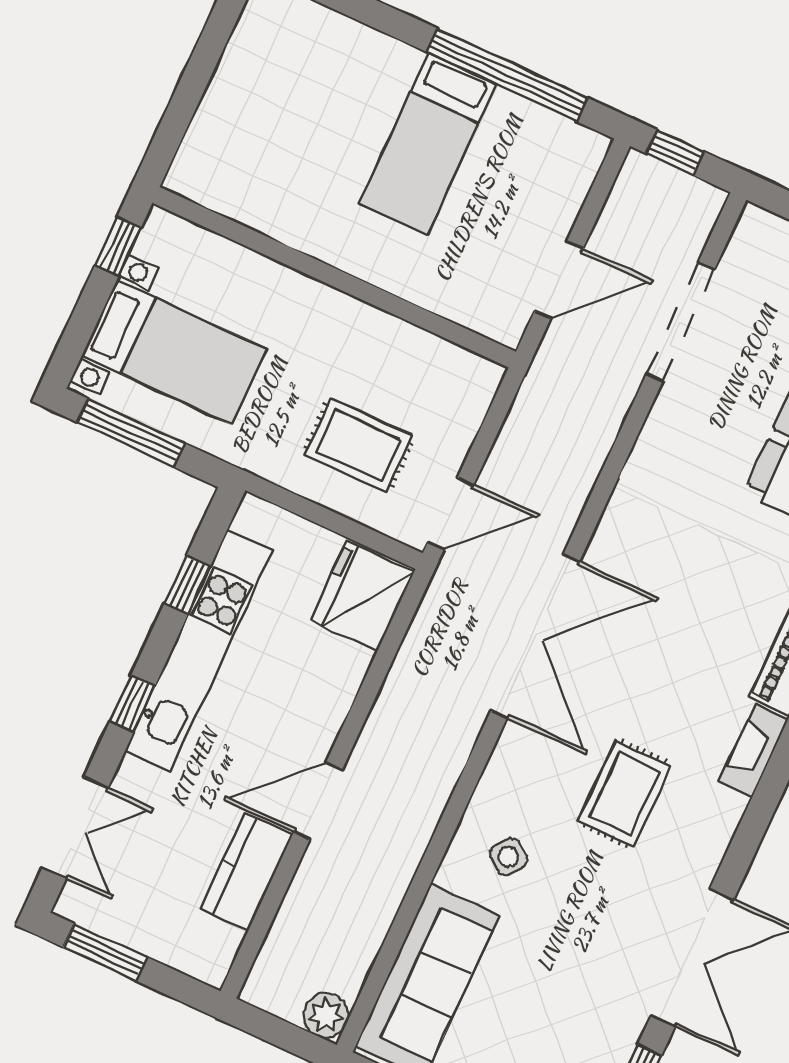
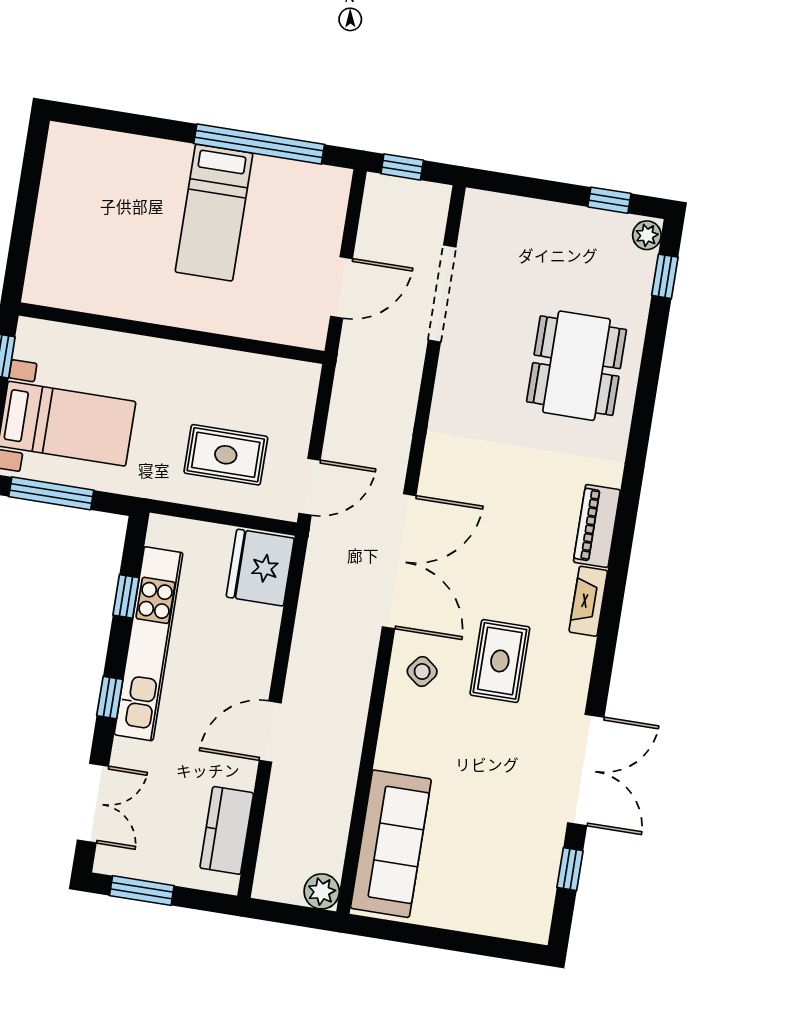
side table: (509, 857) -> (422, 671), moved
kitchen counter: (247, 872) -> (227, 830), moved

